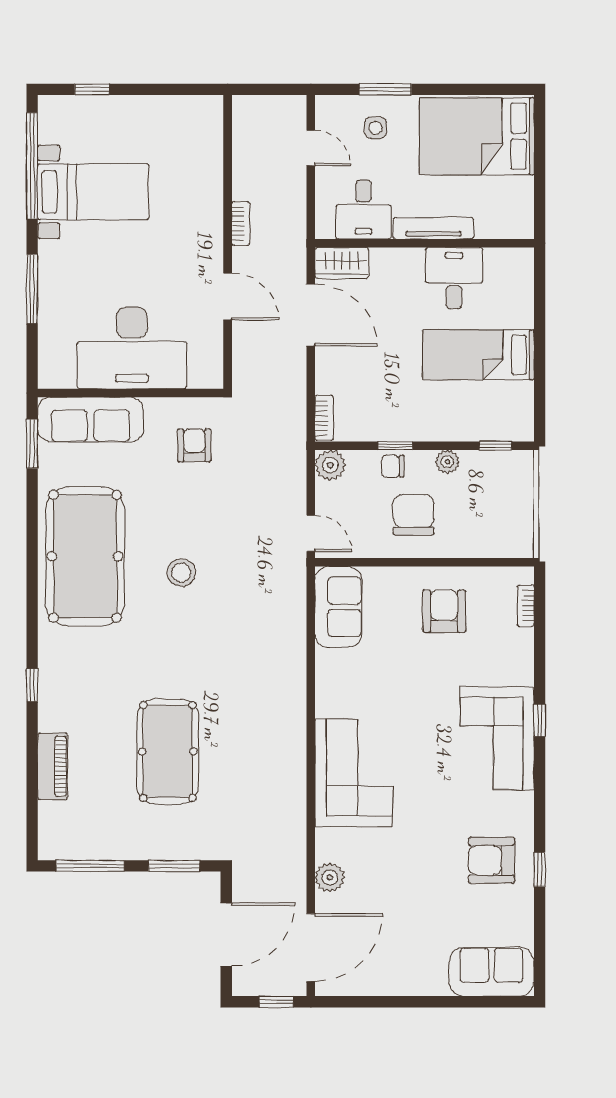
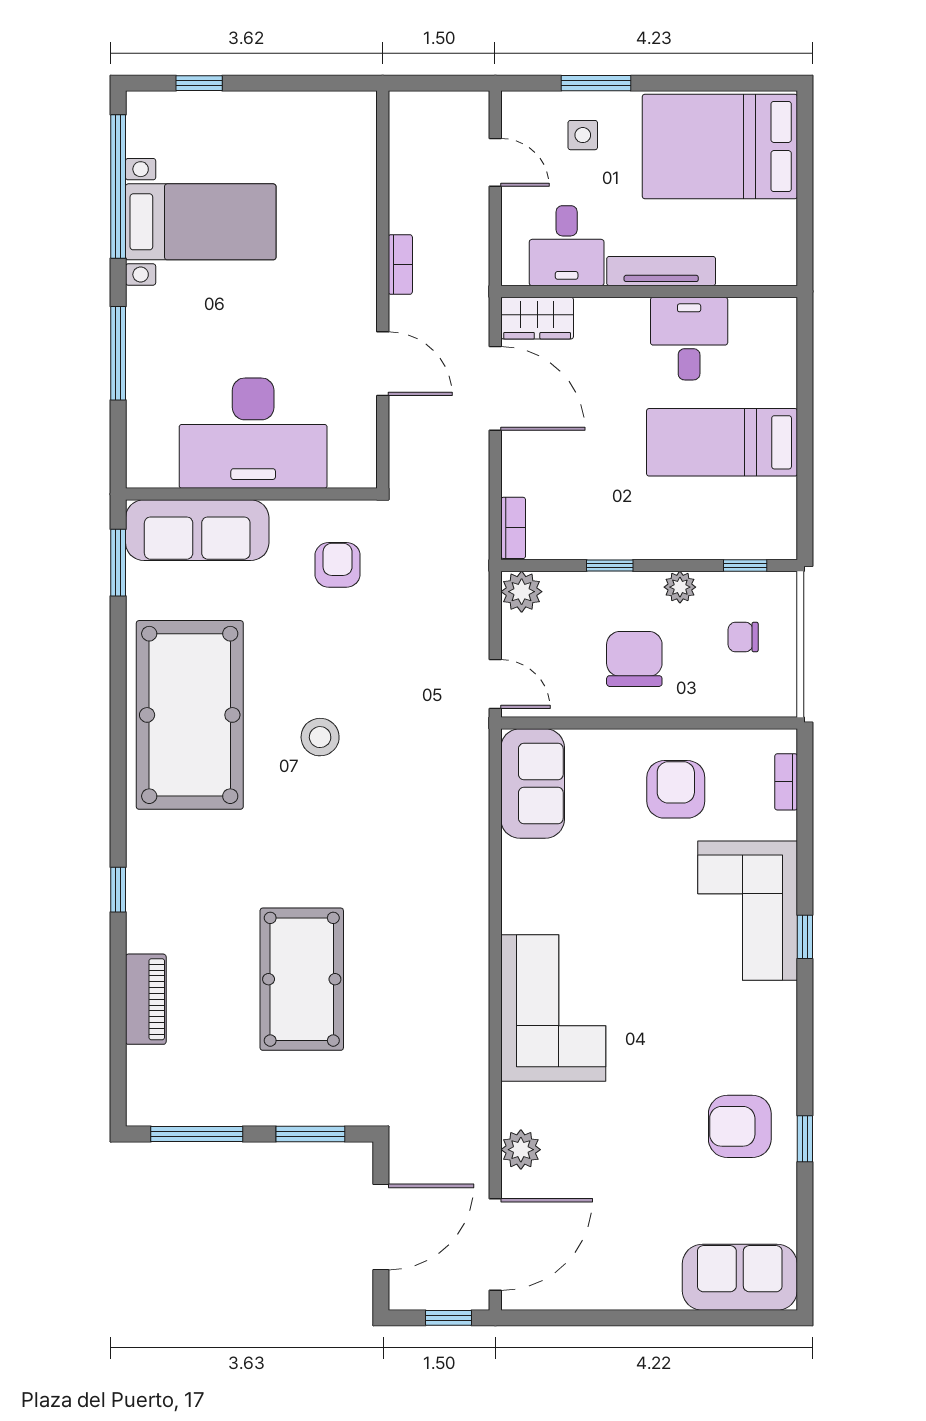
chair: (393, 466) -> (743, 637), moved
corner sofa: (497, 738) -> (748, 911), moved

